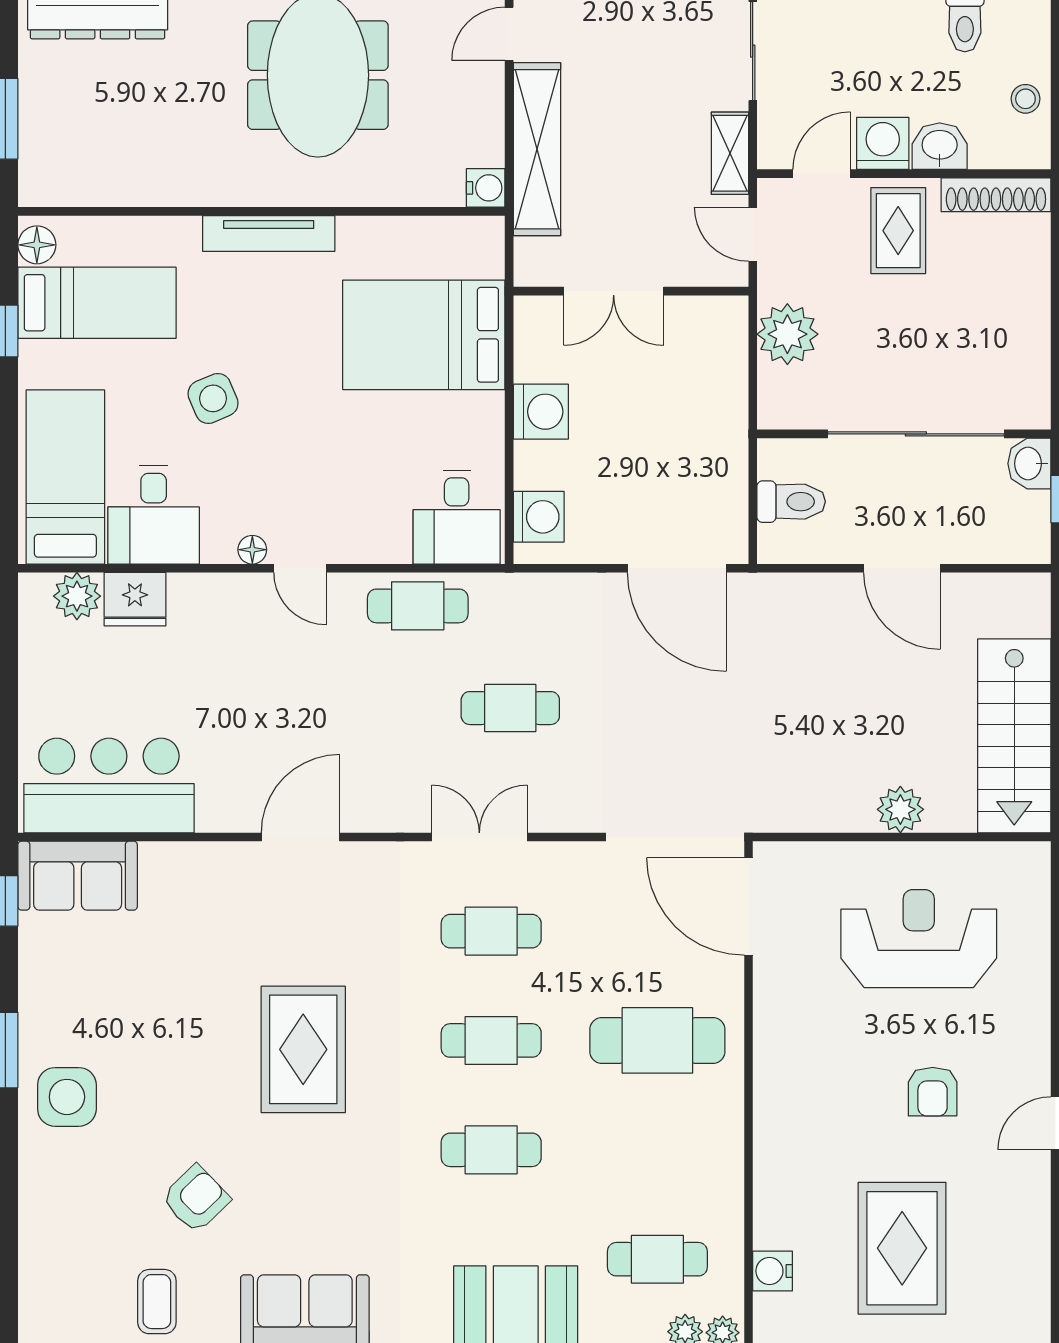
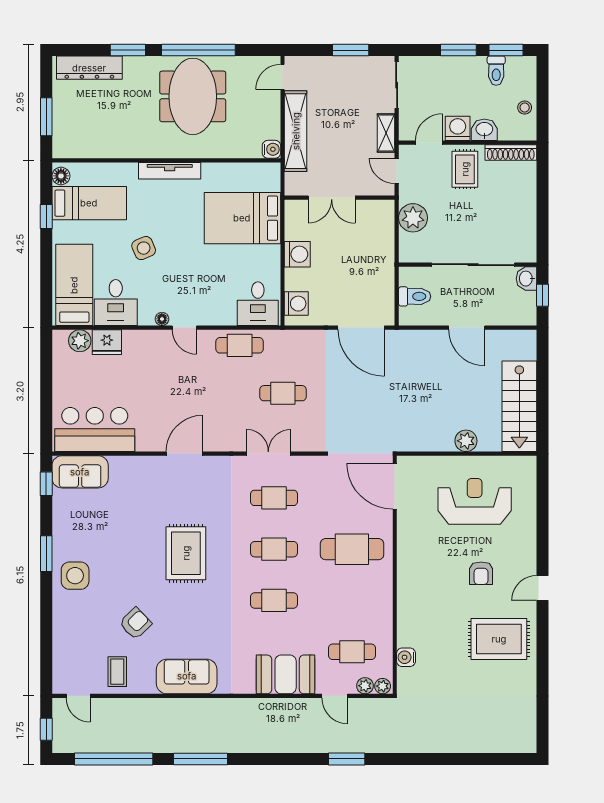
rug: (902, 1248) -> (499, 639), moved, turned 90

